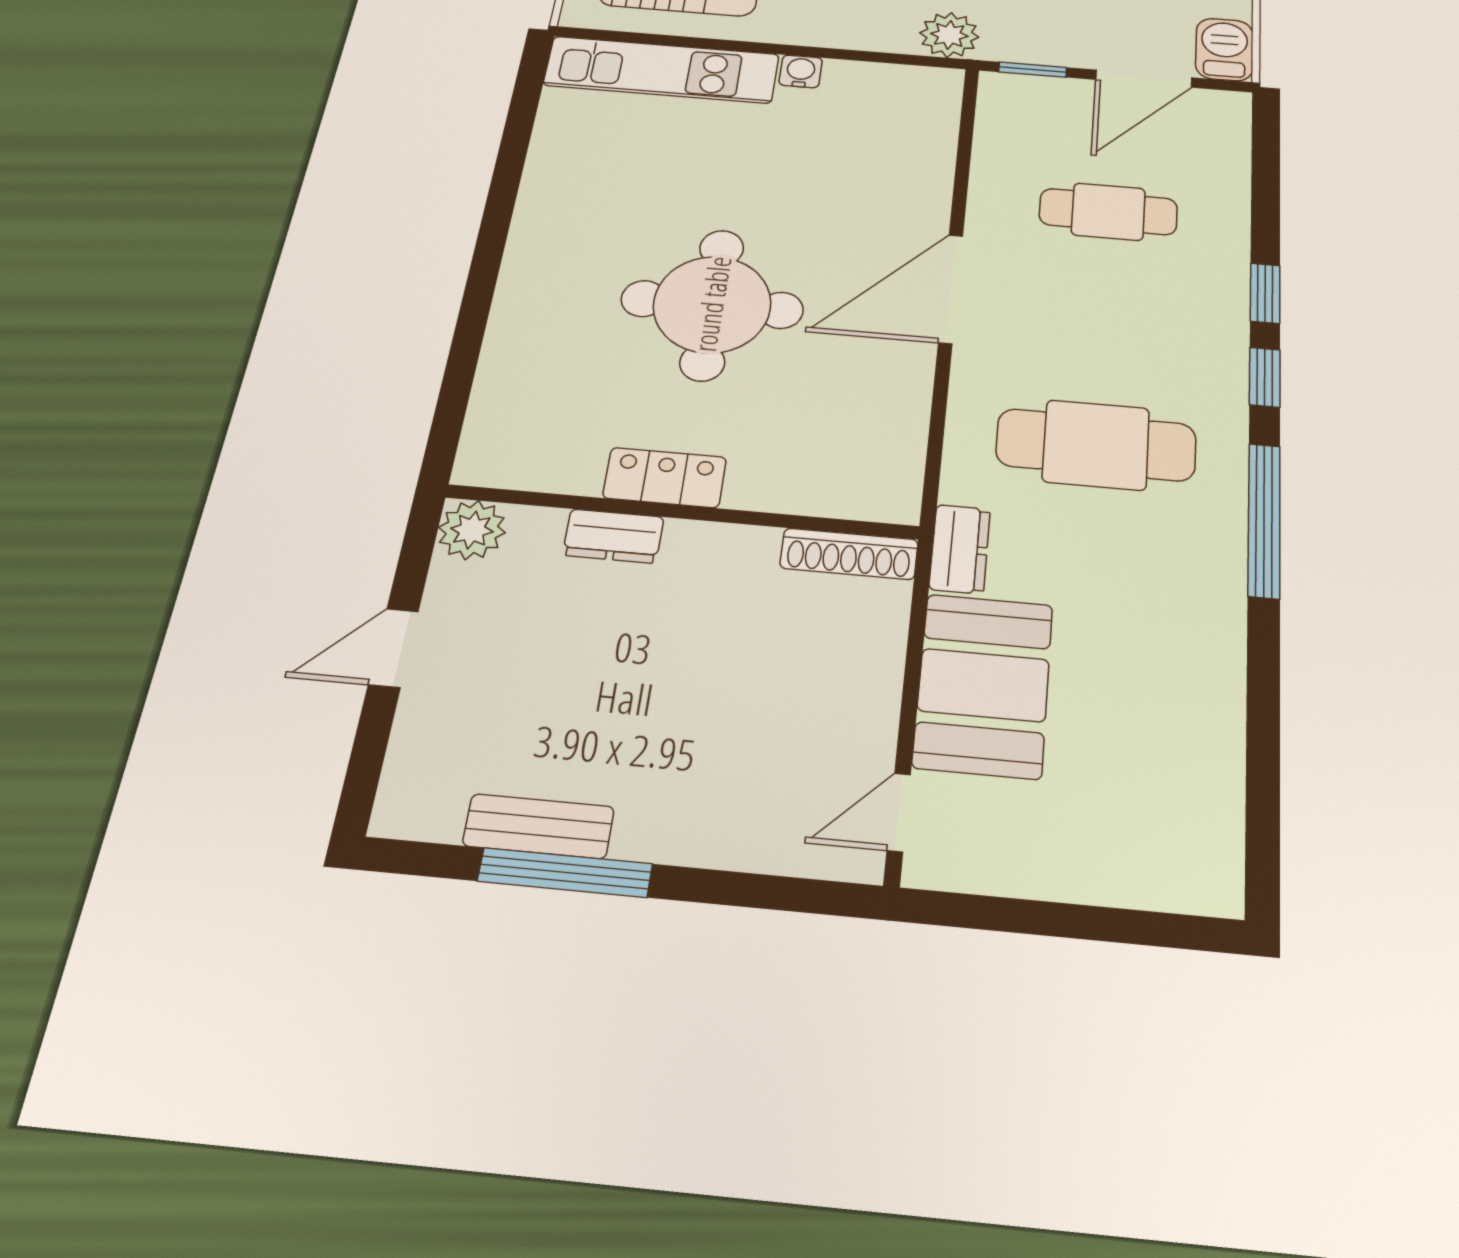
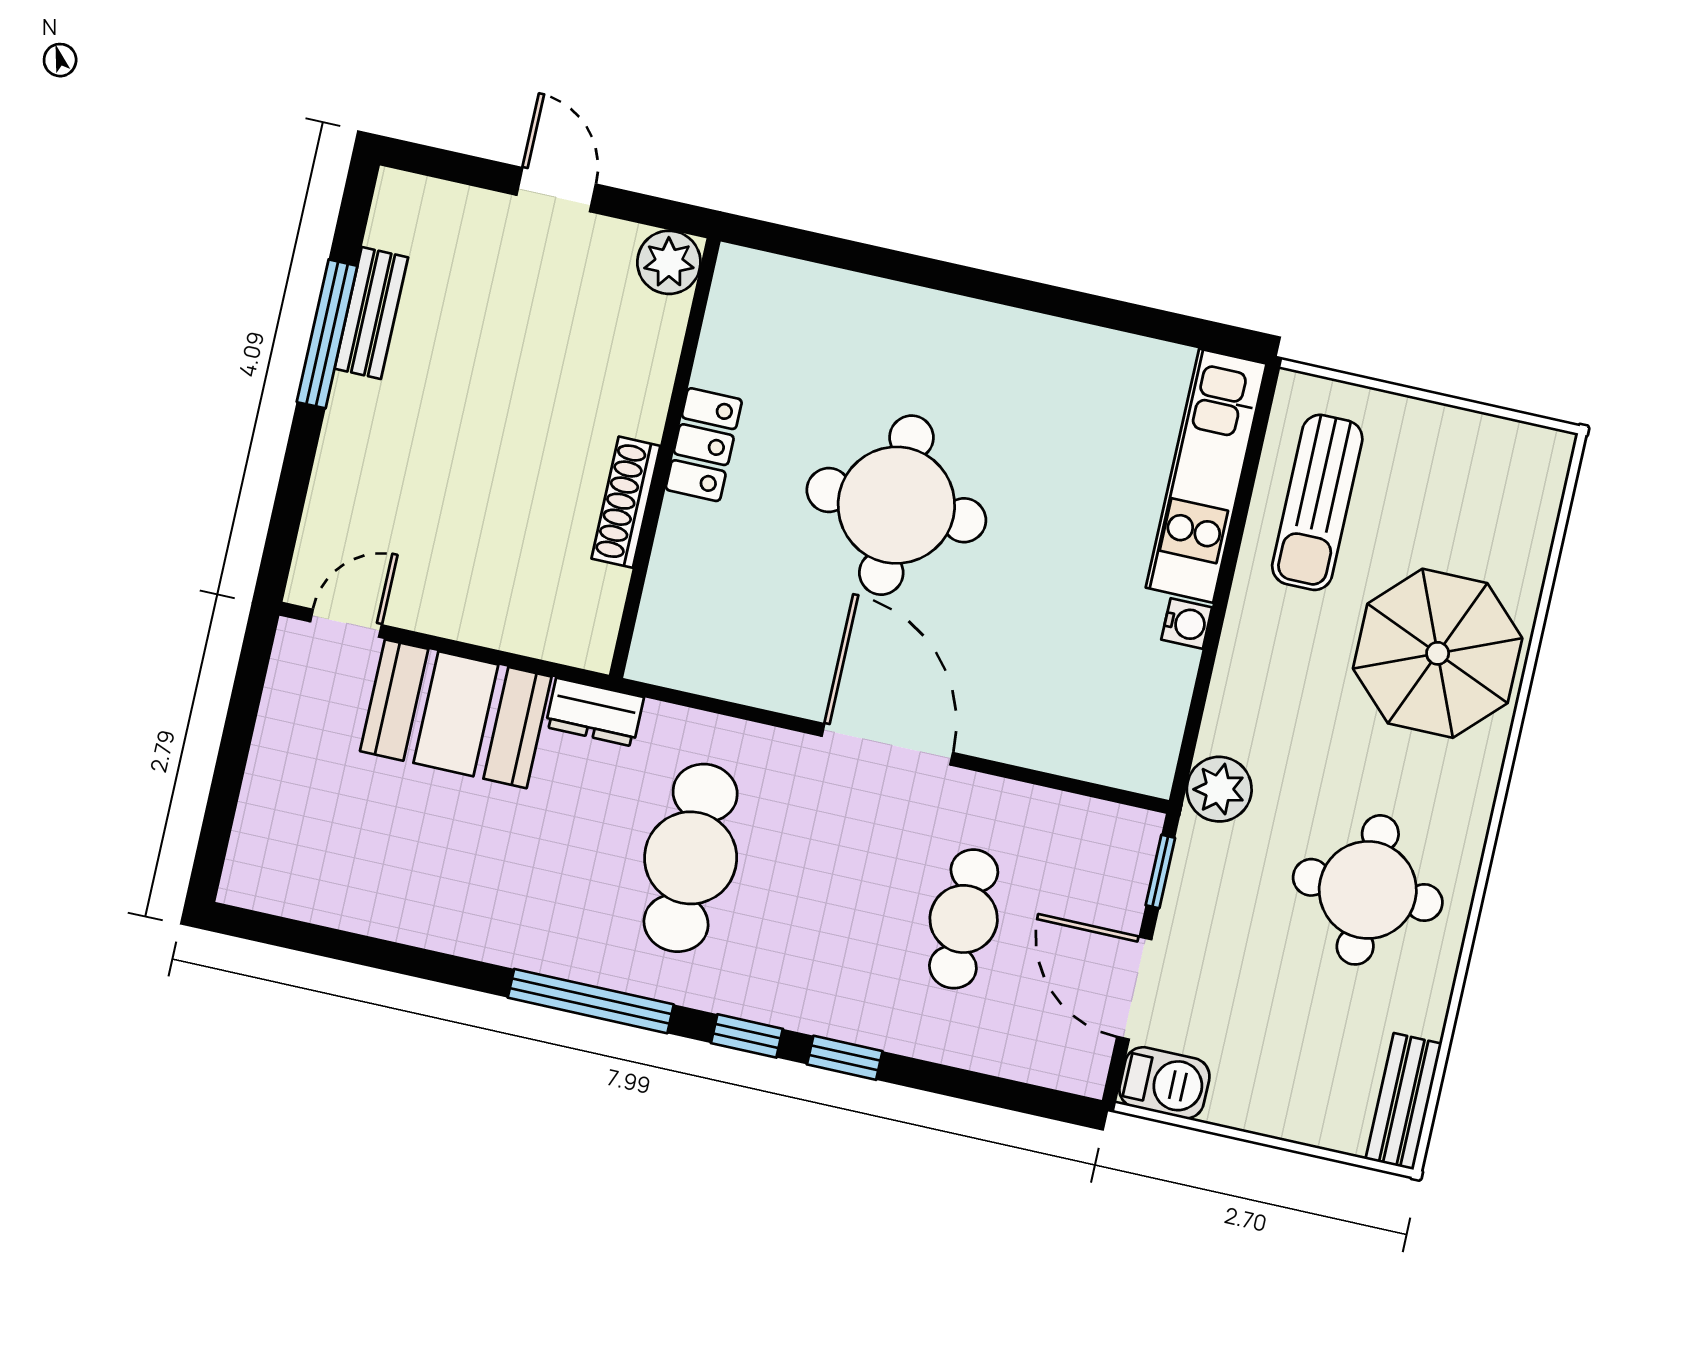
dresser: (613, 536) -> (647, 393), removed
shoe rack: (849, 554) -> (626, 502), moved
door: (899, 812) -> (346, 623), hinge flipped

